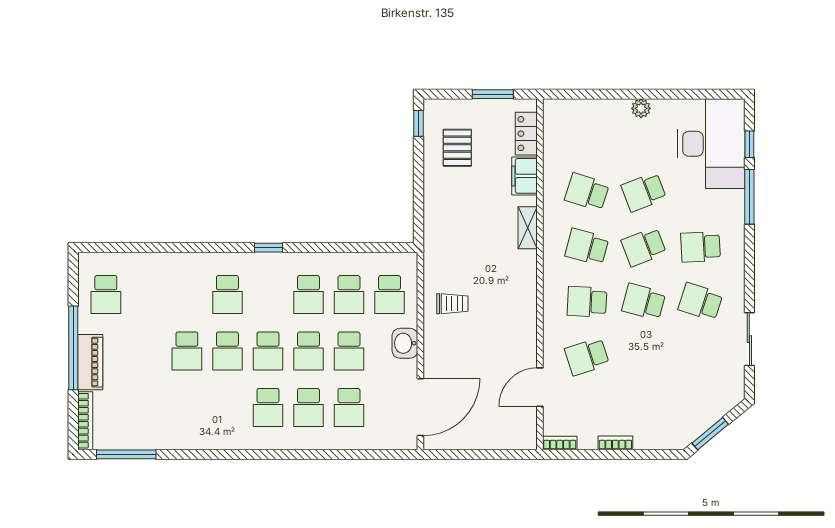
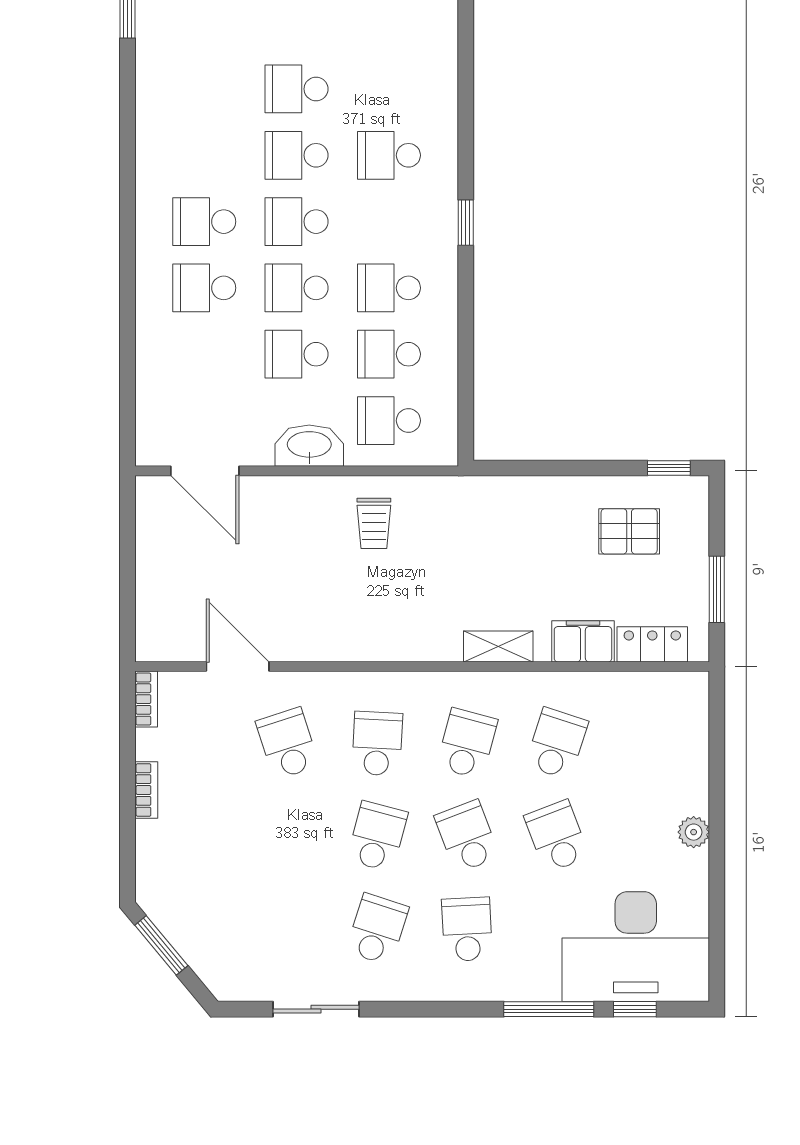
washbasin: (405, 343) -> (309, 446), width x1.38
school desk: (349, 407) -> (204, 354), removed
door: (420, 407) -> (205, 471), width x0.73

